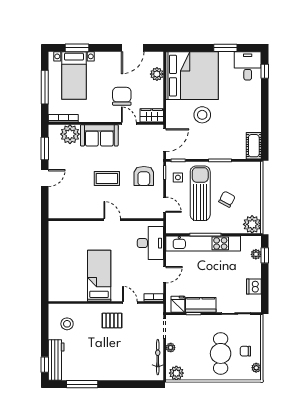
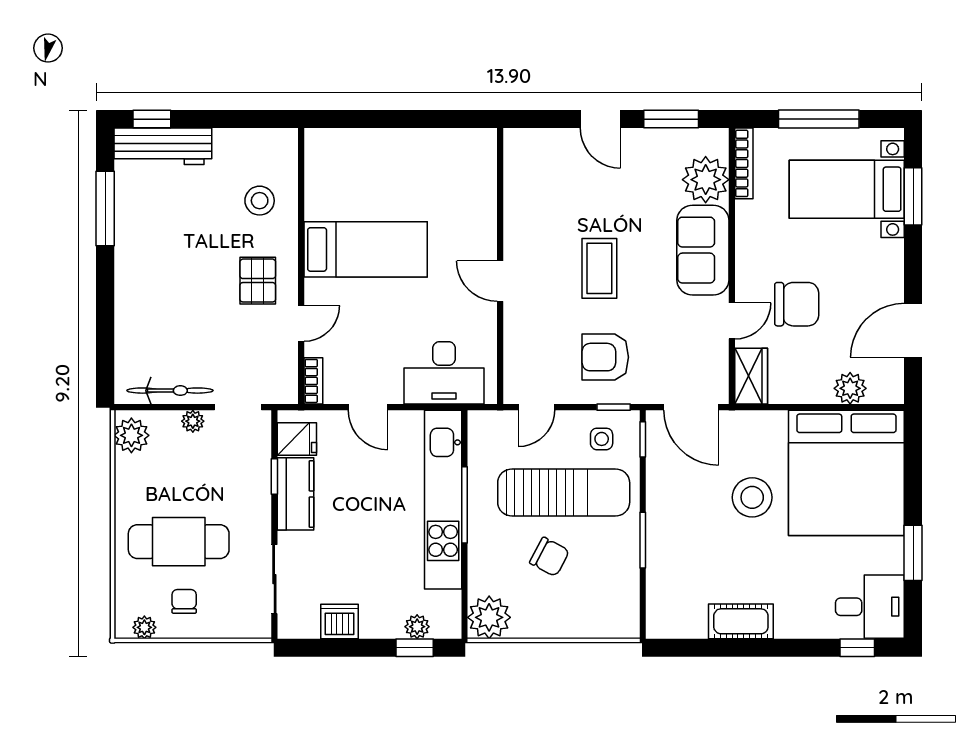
door: (133, 48) -> (913, 330), hinge flipped
cot: (254, 146) -> (741, 621), moved
door: (112, 220) -> (500, 281), swing flipped
stool: (67, 324) -> (260, 201), moved

